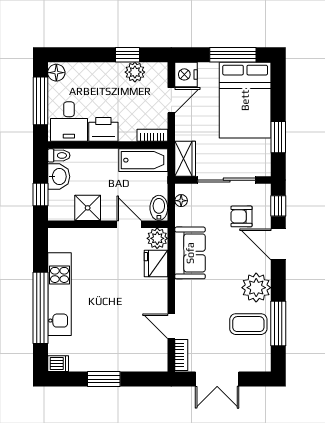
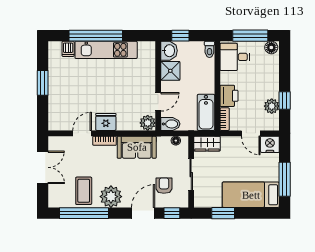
bed: (245, 100) -> (251, 195), width x0.67
printer: (103, 129) -> (229, 96), moved
washbasin: (59, 177) -> (169, 51), moved, turned -90
sliding door: (227, 180) -> (191, 175), width x0.73
fridge: (156, 264) -> (106, 122), moved
window: (278, 324) -> (84, 213), width x1.46
bookcase: (181, 355) -> (105, 141), moved
dishwasher: (58, 364) -> (68, 49), moved
double door: (217, 379) -> (43, 167), swing flipped

